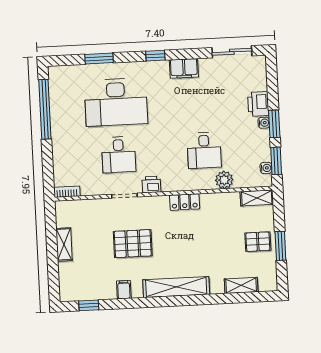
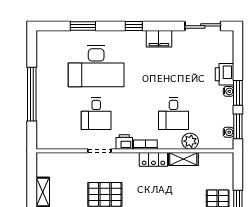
window: (45, 109) -> (32, 94), moved
bookcase: (67, 192) -> (145, 145), moved
shelving: (257, 198) -> (183, 159), moved

